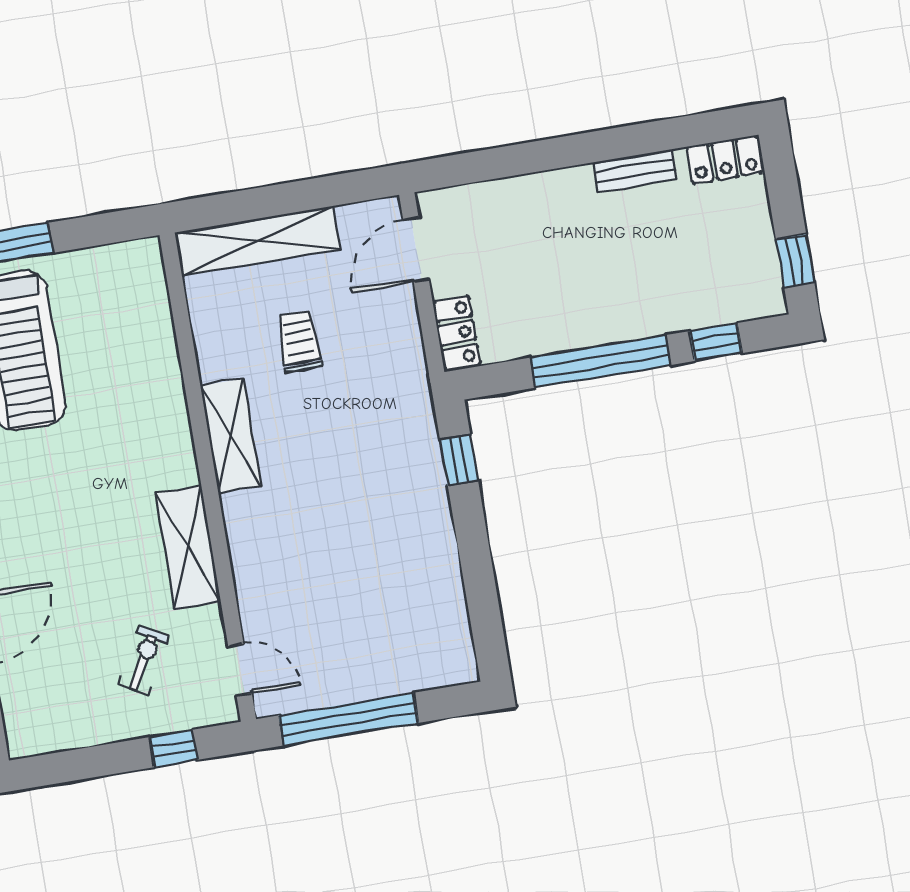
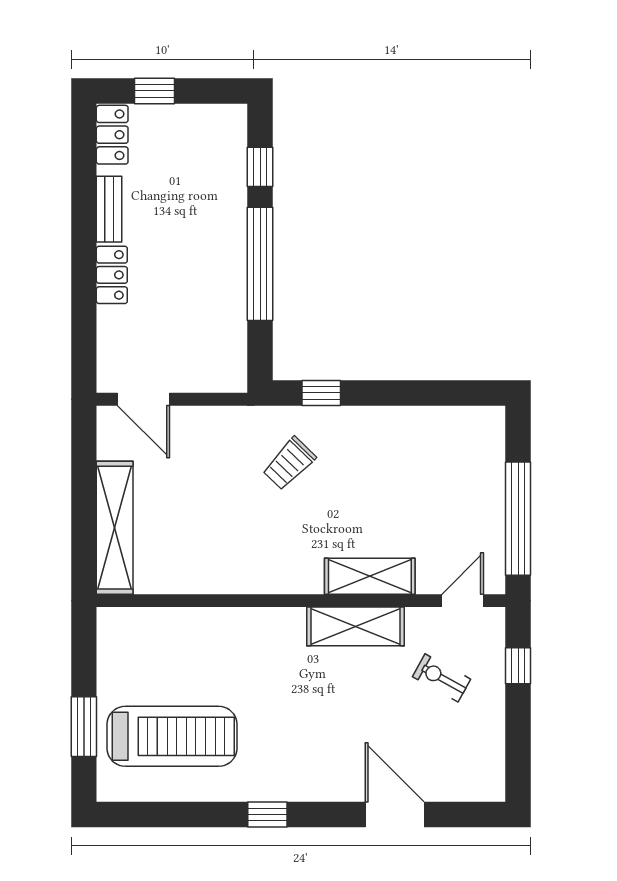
window: (795, 261) -> (155, 91), moved
locker: (456, 333) -> (112, 275), moved, turned 90
trolley: (299, 341) -> (289, 463), moved, turned -46
shelving: (231, 436) -> (370, 576), moved

